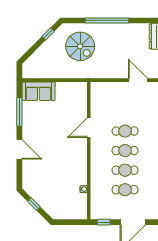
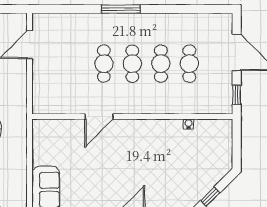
door: (89, 128) -> (99, 117), hinge flipped

